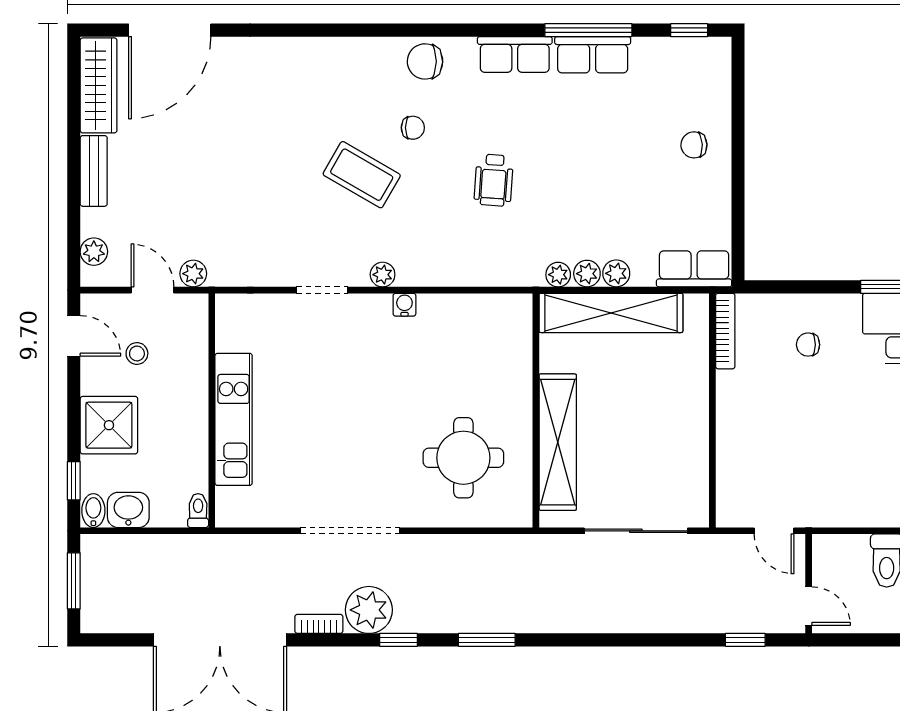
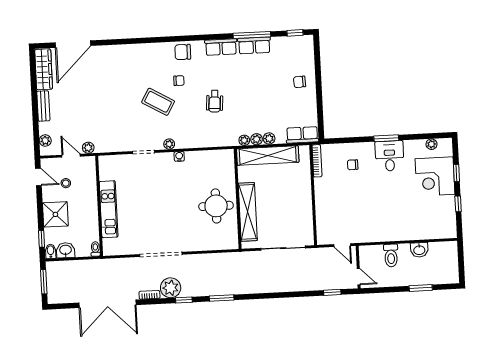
round table: (463, 458) -> (216, 206), moved

